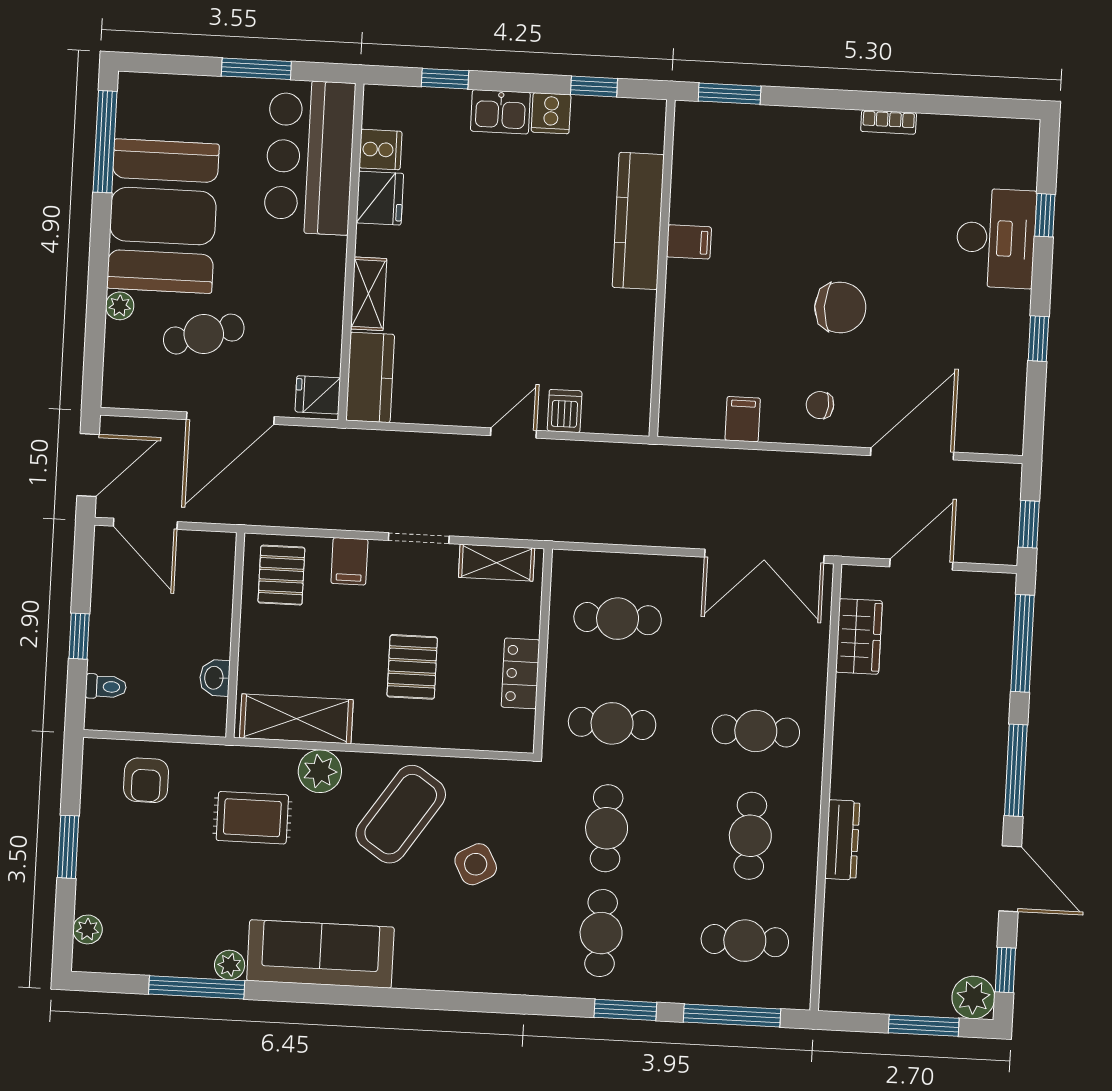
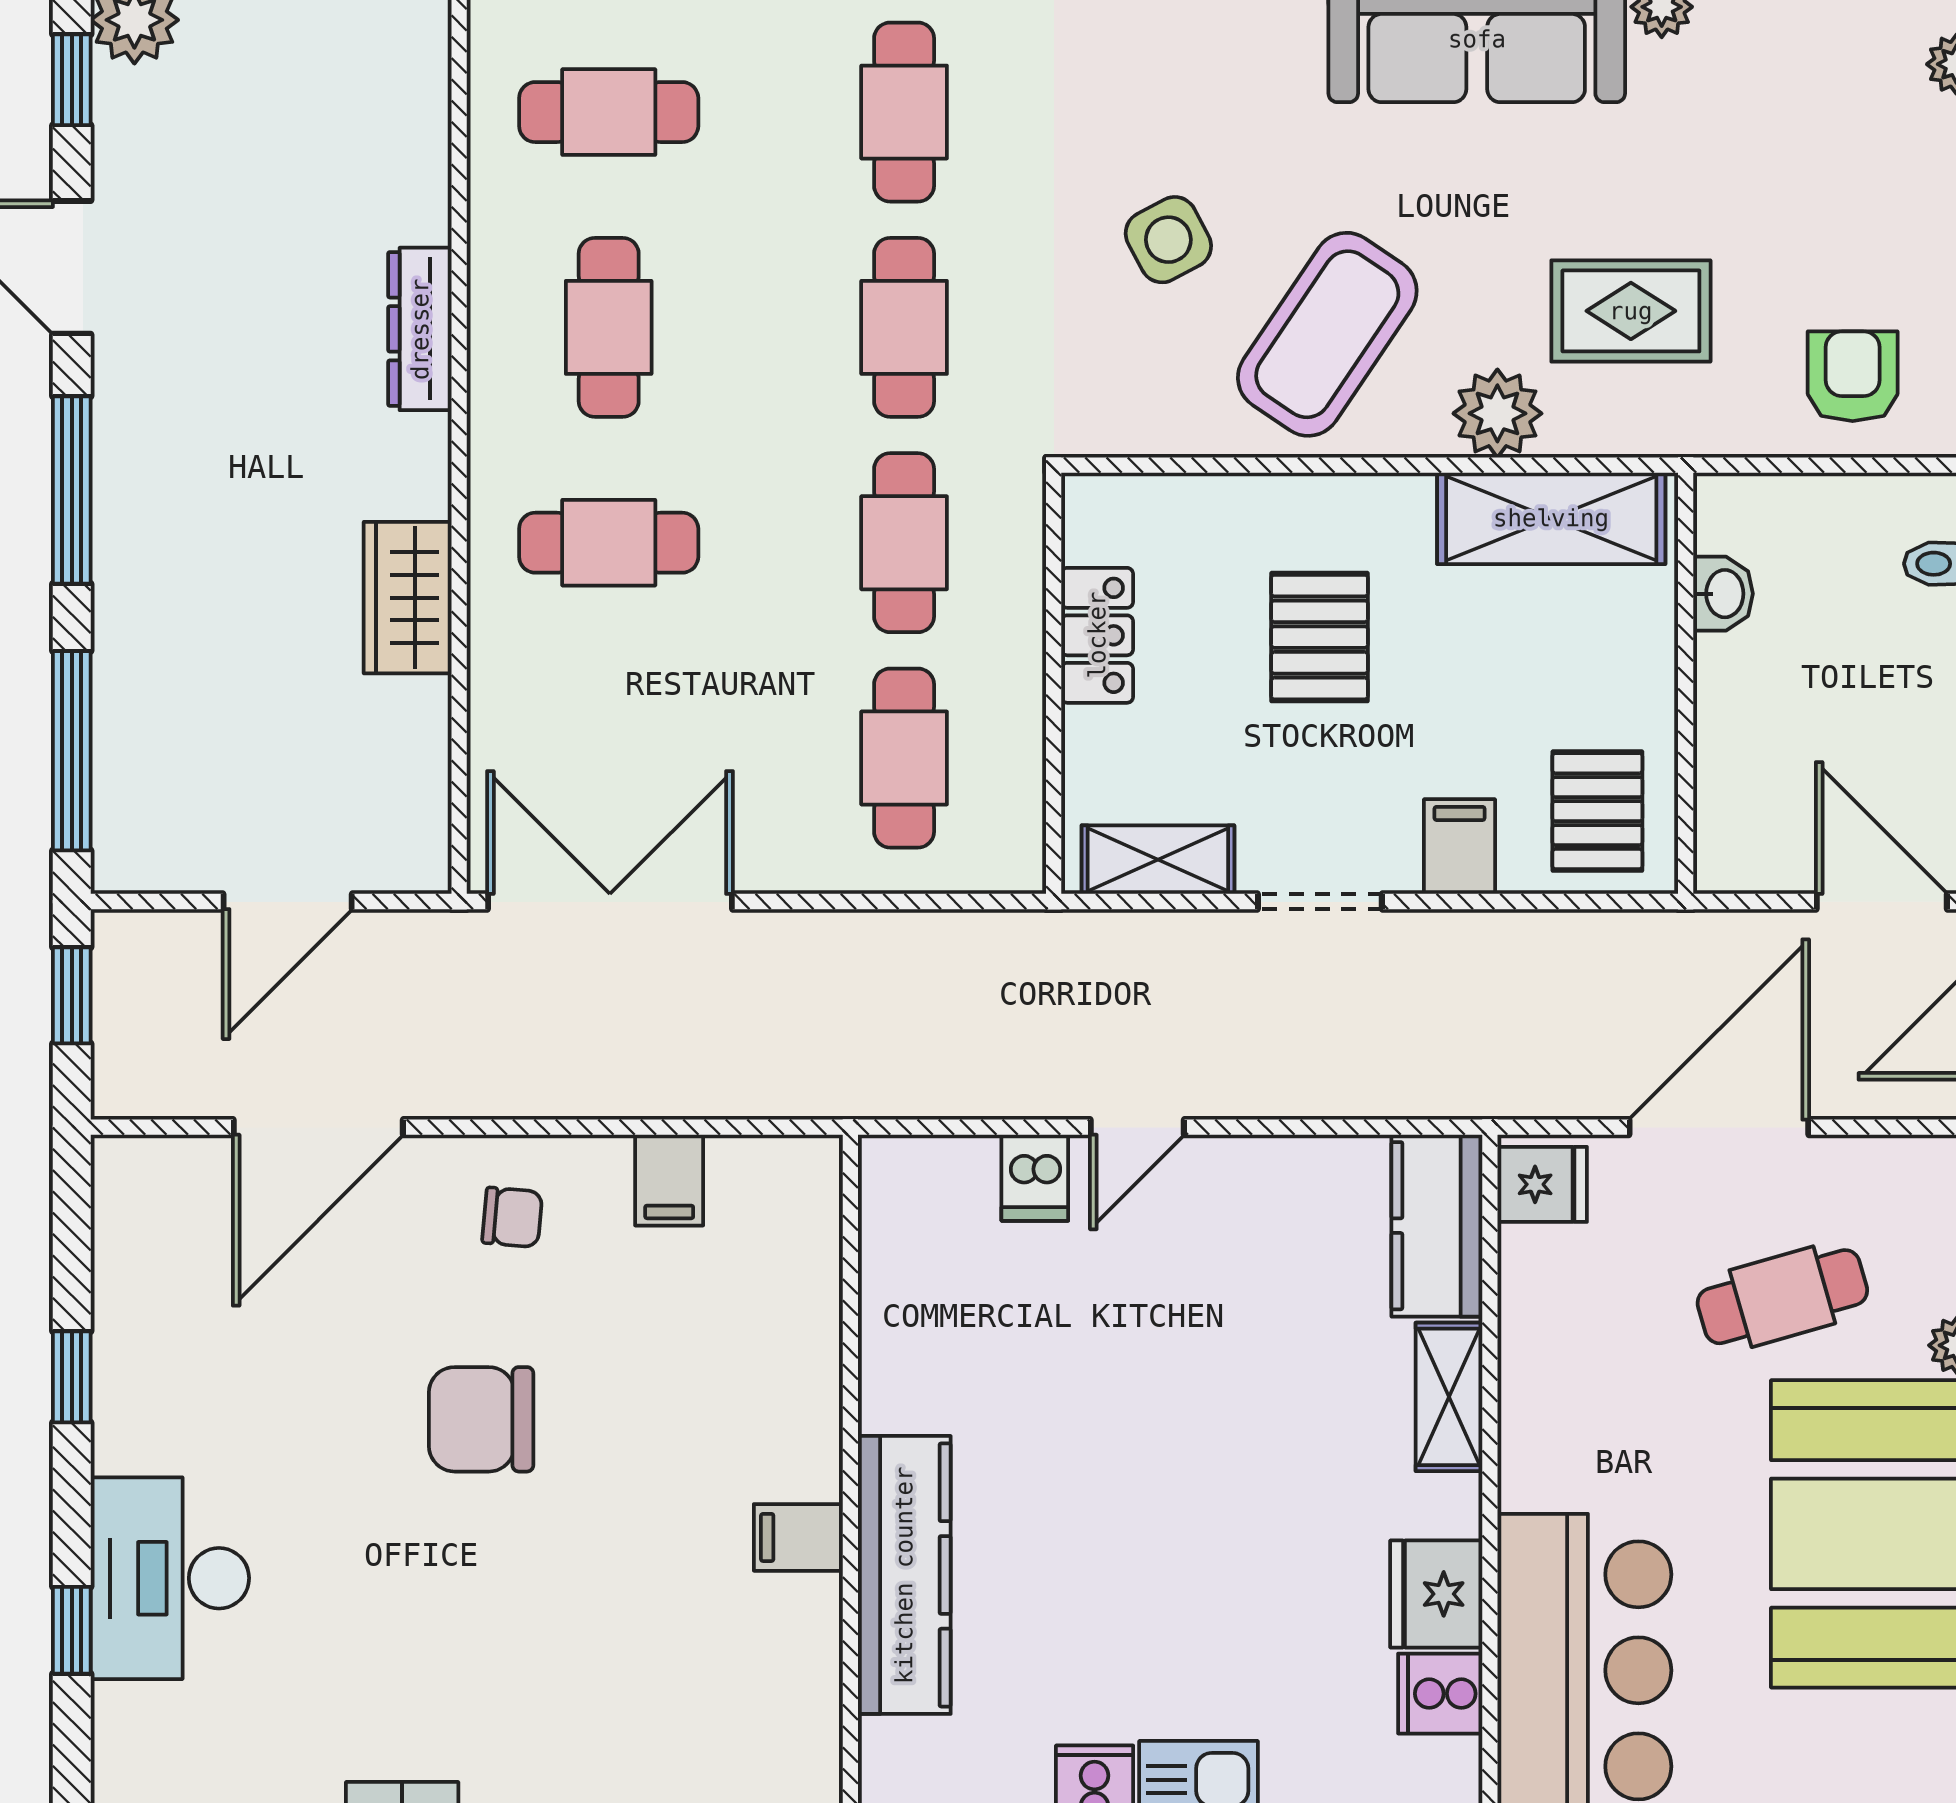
cafe table: (618, 619) -> (904, 758), turned 90
wardrobe: (859, 636) -> (408, 598), moved
cafe table: (612, 723) -> (904, 543), turned 90

